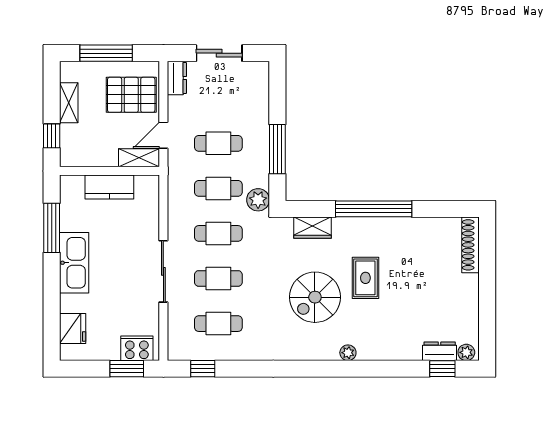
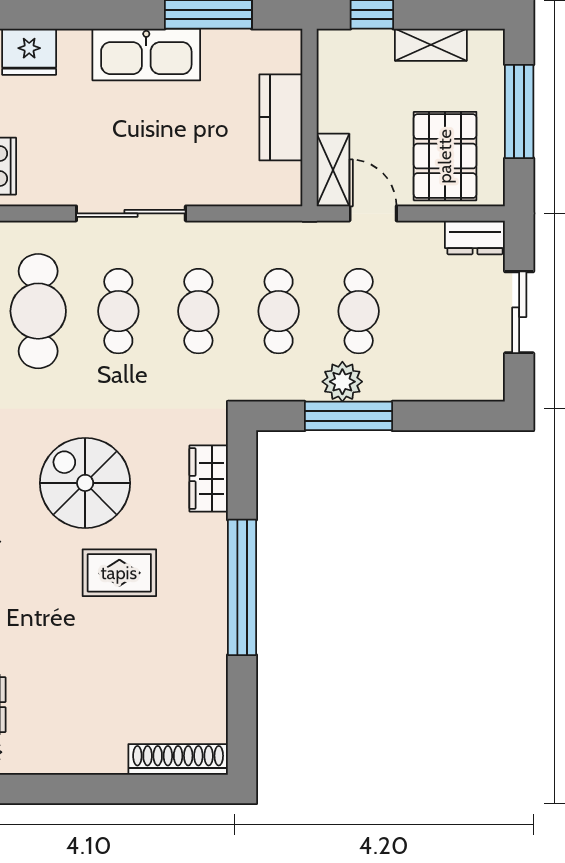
plant: (258, 200) -> (342, 382), moved
cafe table: (218, 324) -> (38, 311), width x1.37, depth x1.35

